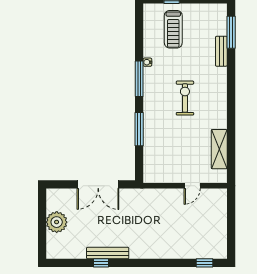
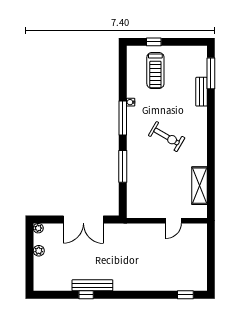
exercise bike: (185, 98) -> (167, 137), turned 120
plant: (51, 194) -> (38, 228), added
plant: (57, 222) -> (39, 251), width x0.53, depth x0.53

